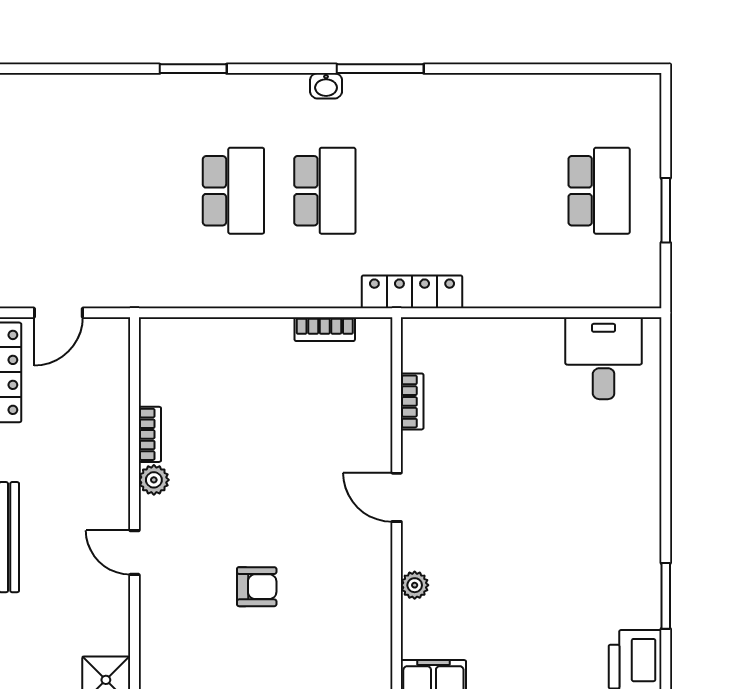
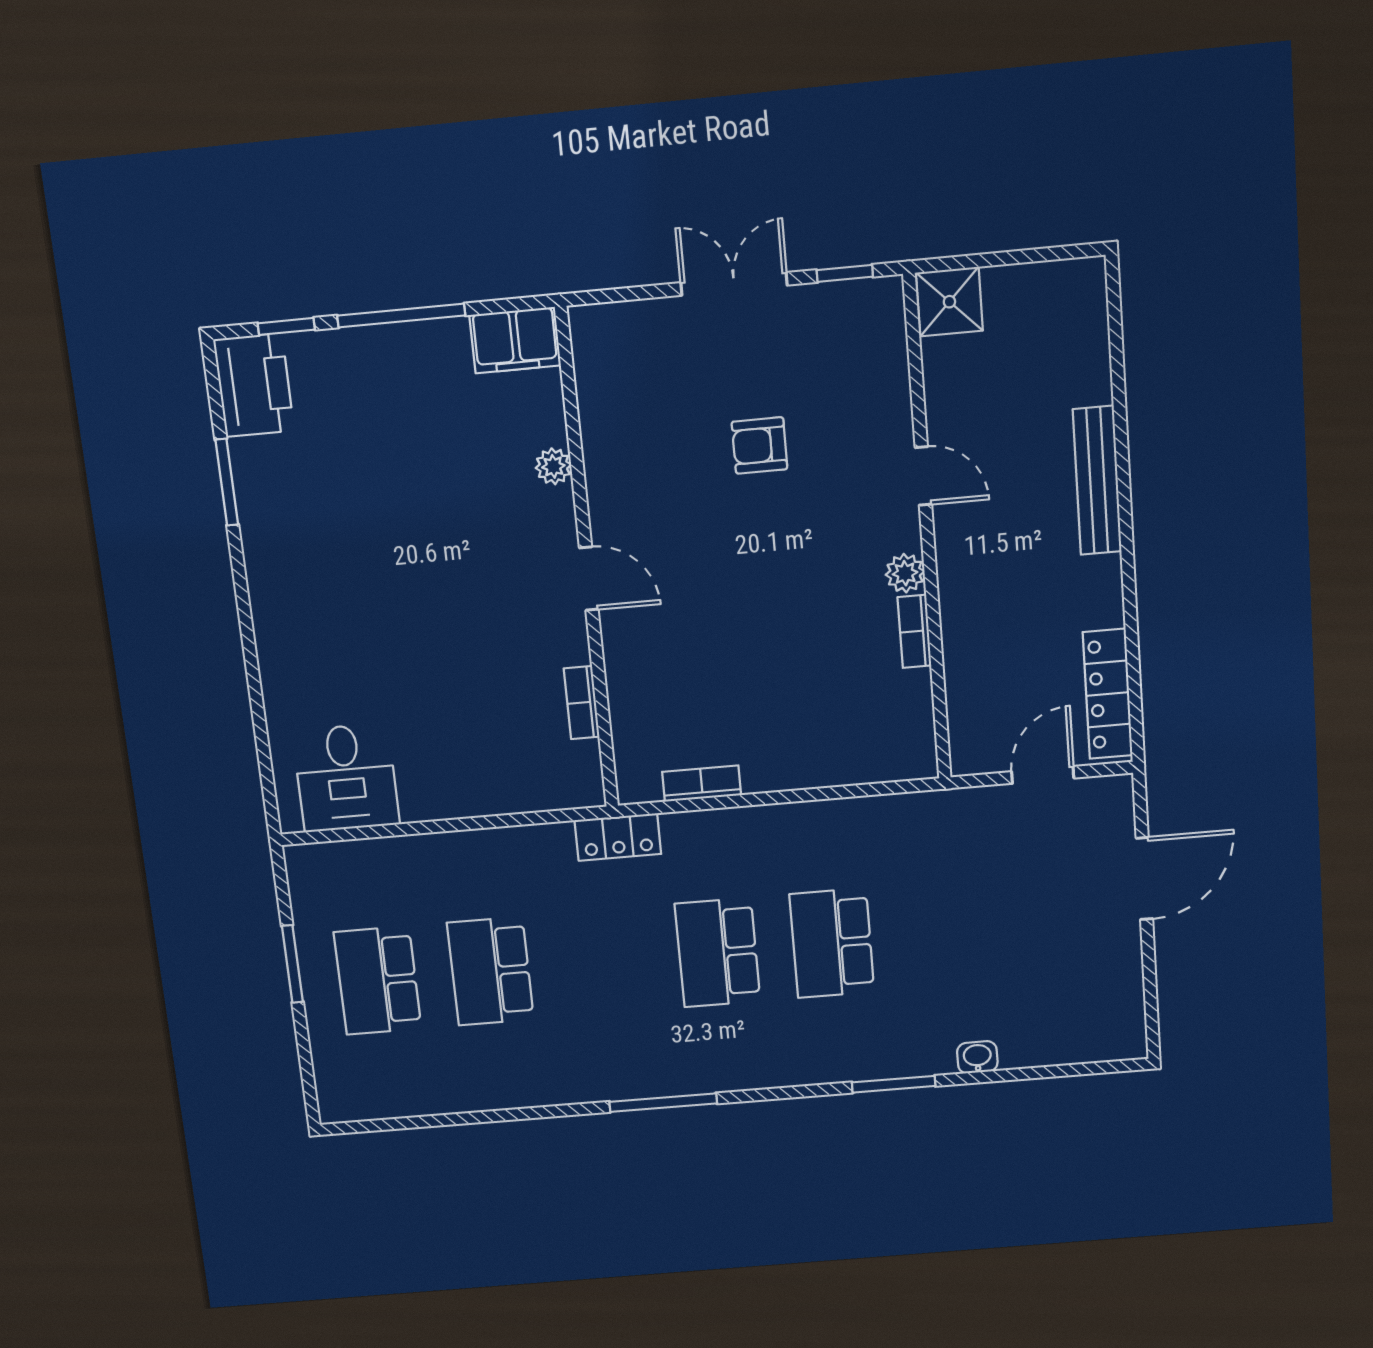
washbasin: (326, 86) -> (977, 1057), moved
school desk: (508, 191) -> (490, 971), added
locker: (412, 292) -> (618, 837), width x0.66

